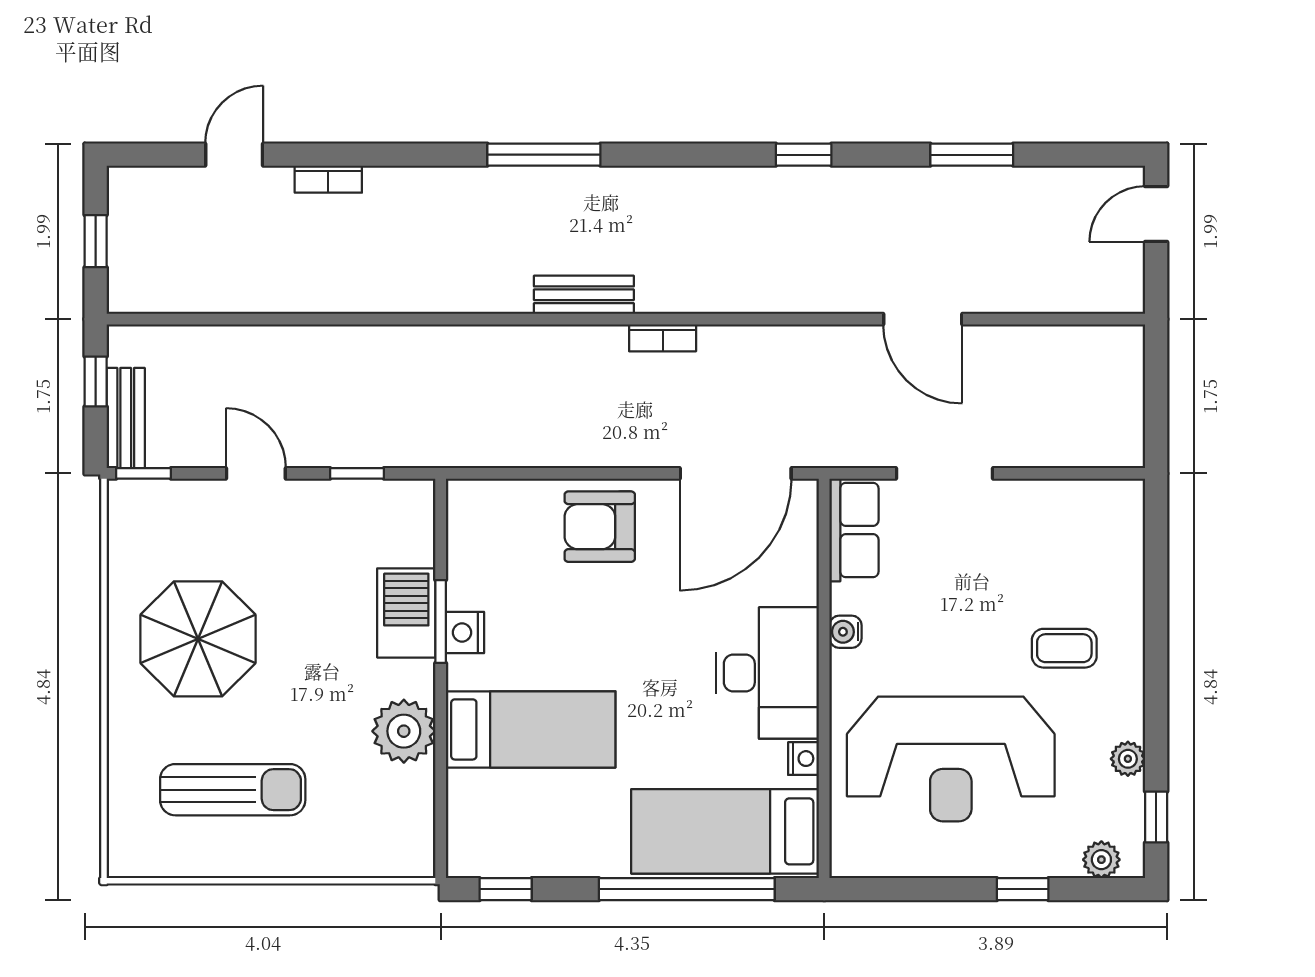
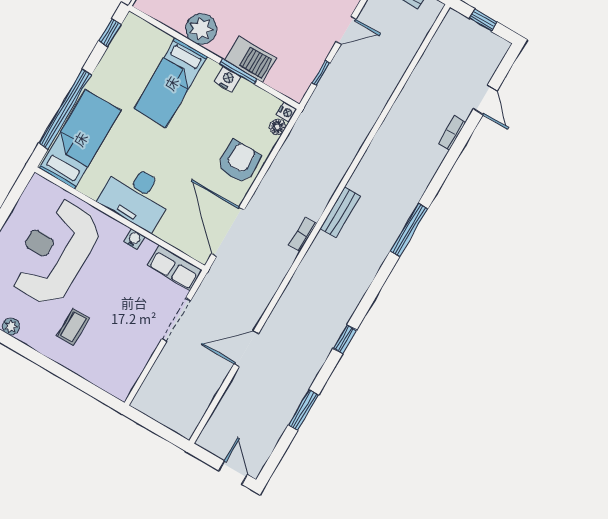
floor lamp: (498, 494) -> (278, 127), added
nightstand: (803, 759) -> (286, 112), moved, turned -90

